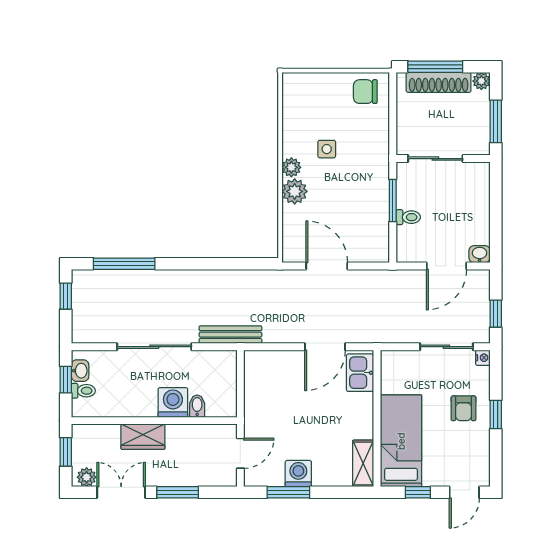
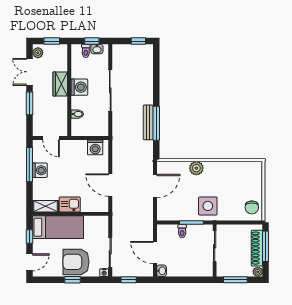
chair: (365, 92) -> (252, 207), turned 180
side table: (327, 149) -> (208, 206), moved, width x1.87, depth x1.87
plant: (291, 167) -> (210, 166), removed
window: (124, 264) -> (156, 123), moved
bench: (230, 335) -> (148, 122), moved
kitchen sink: (360, 373) -> (70, 204), moved
washing machine: (257, 374) -> (95, 147), added
washing machine: (173, 402) -> (79, 87), moved
armchair: (464, 408) -> (76, 262), width x1.88, depth x1.88
double door: (121, 492) -> (29, 72), swing flipped
window: (288, 492) -> (29, 165), width x1.44
door: (464, 492) -> (29, 262), swing flipped

